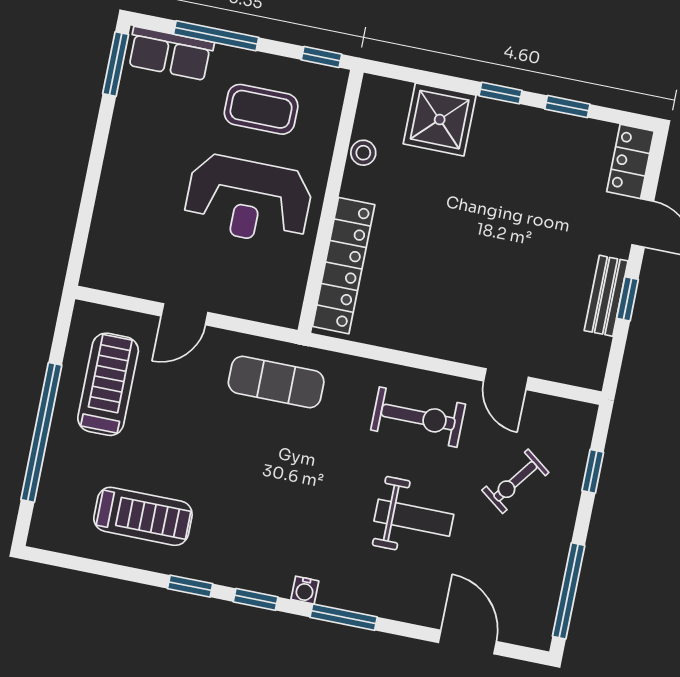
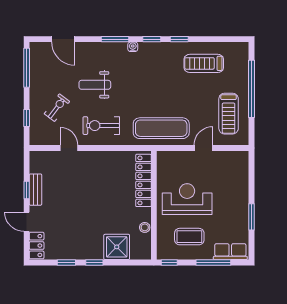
window: (116, 64) -> (251, 217), moved
exercise mat: (276, 382) -> (161, 128), width x1.36, depth x1.45

